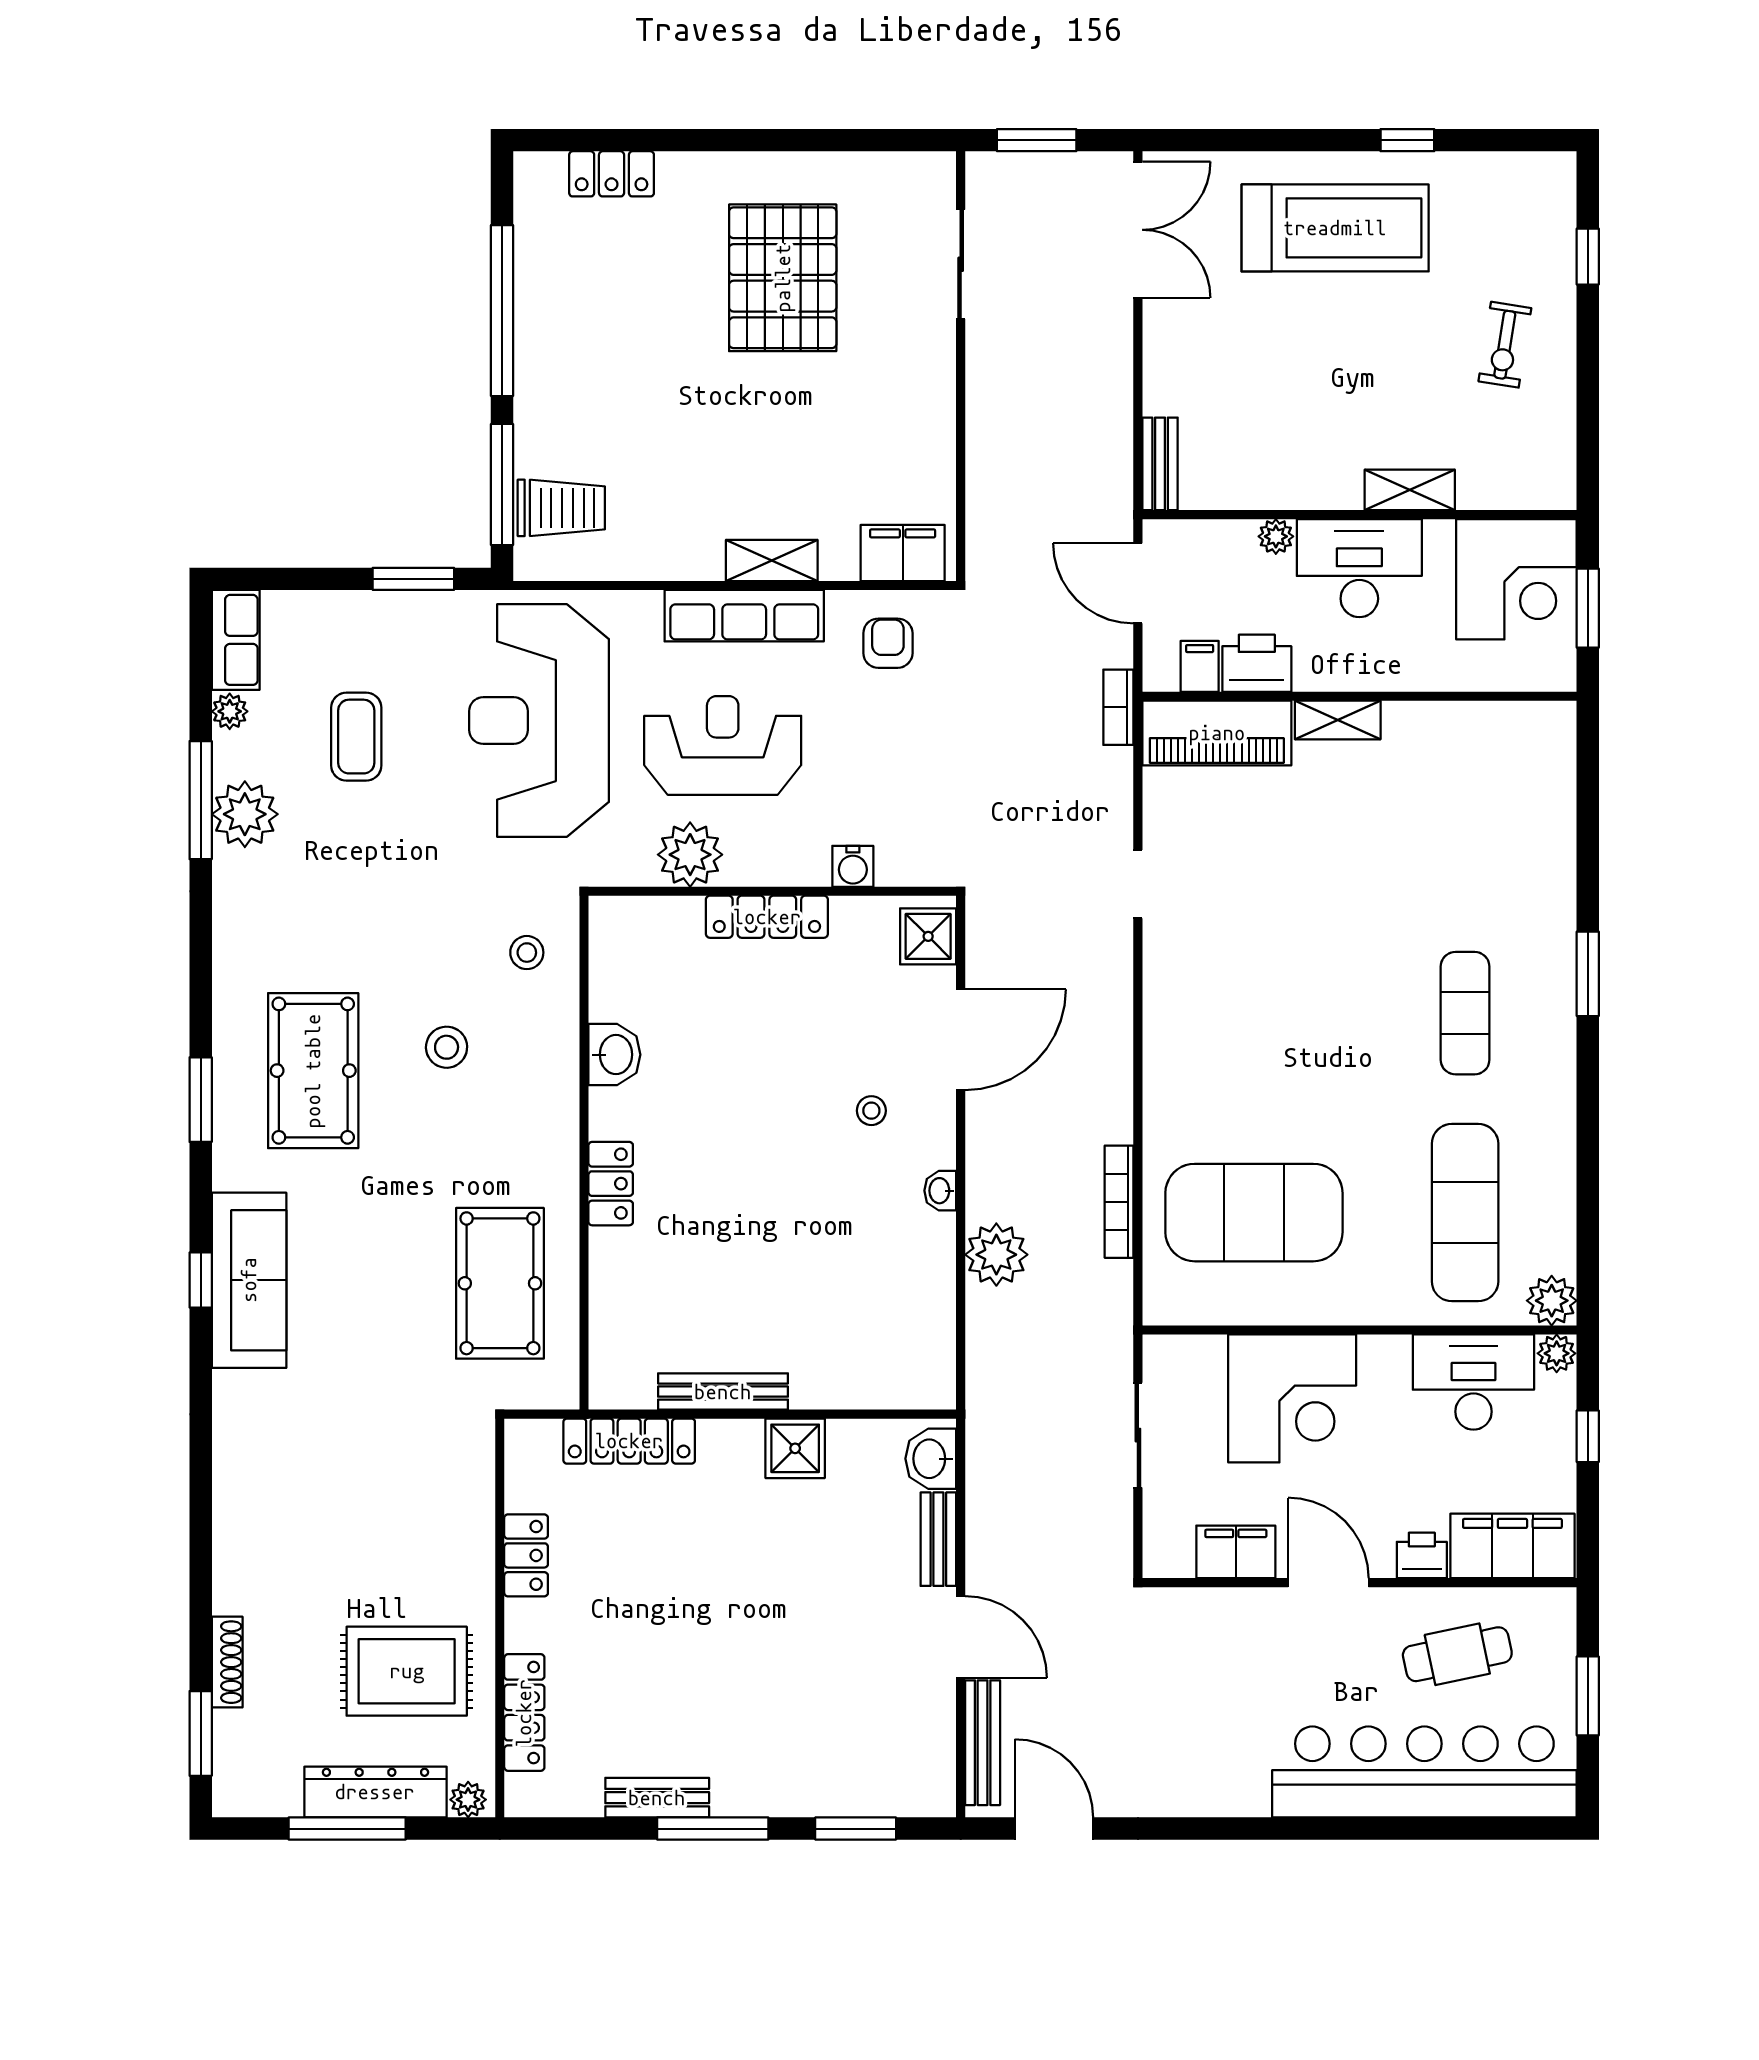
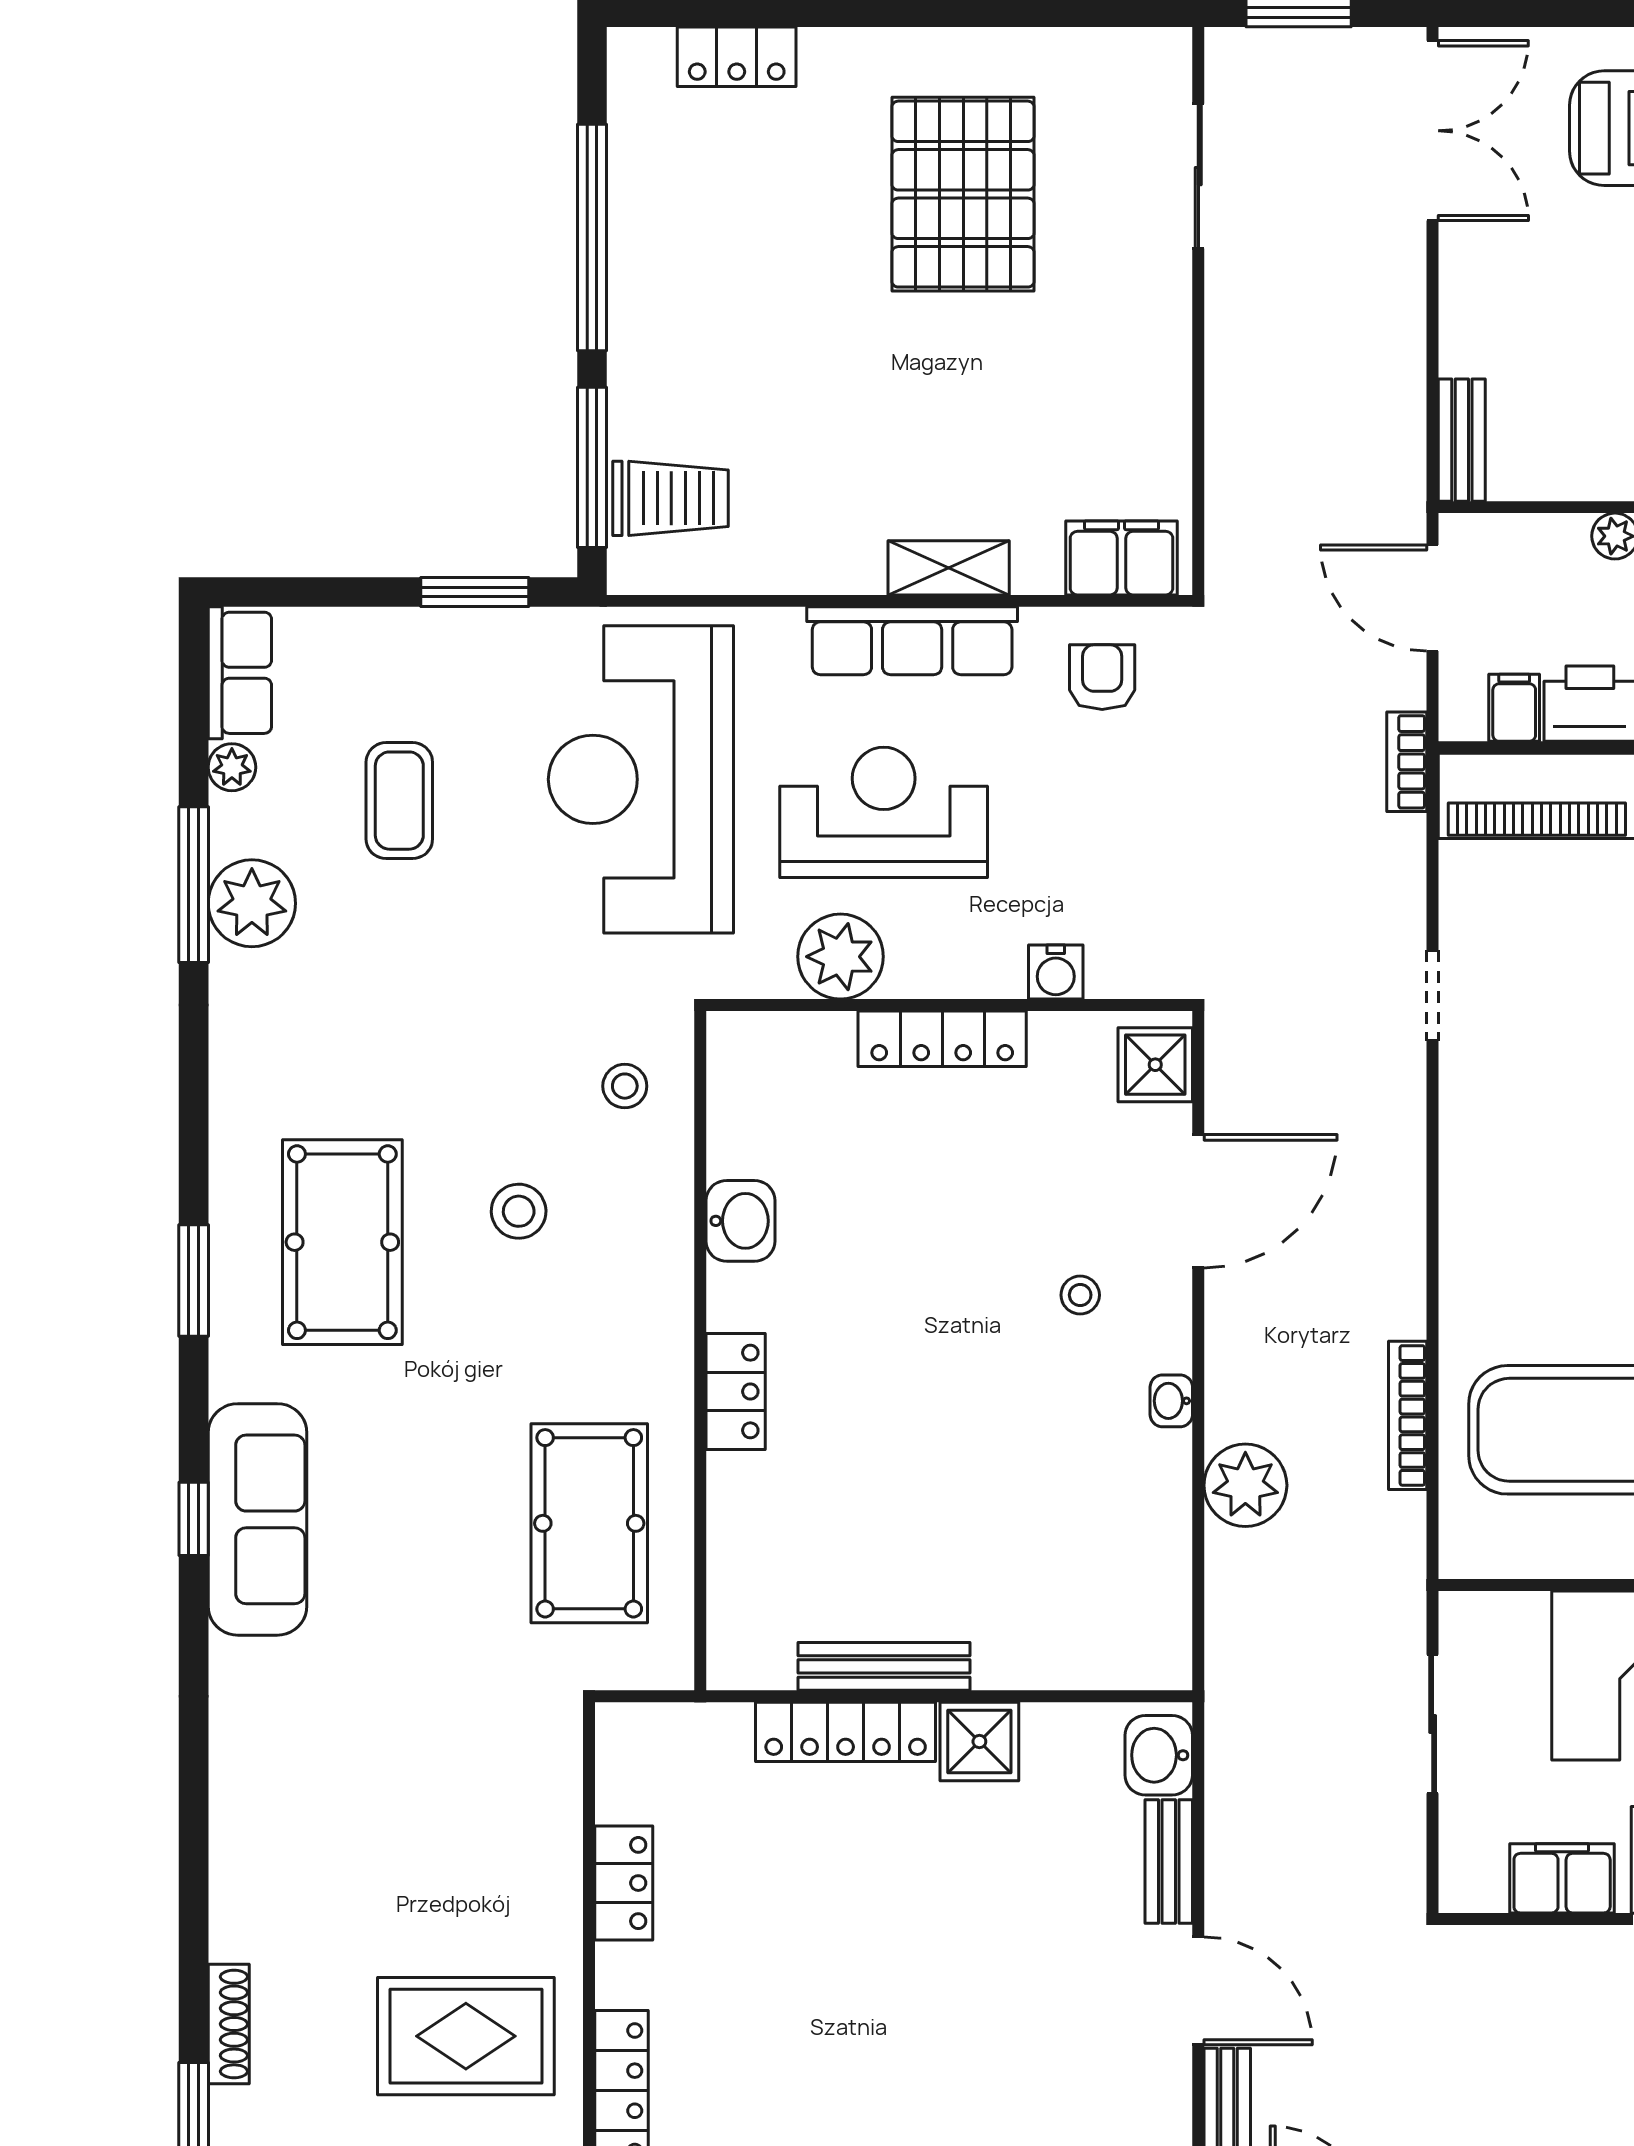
locker: (629, 1441) -> (846, 1732), moved

